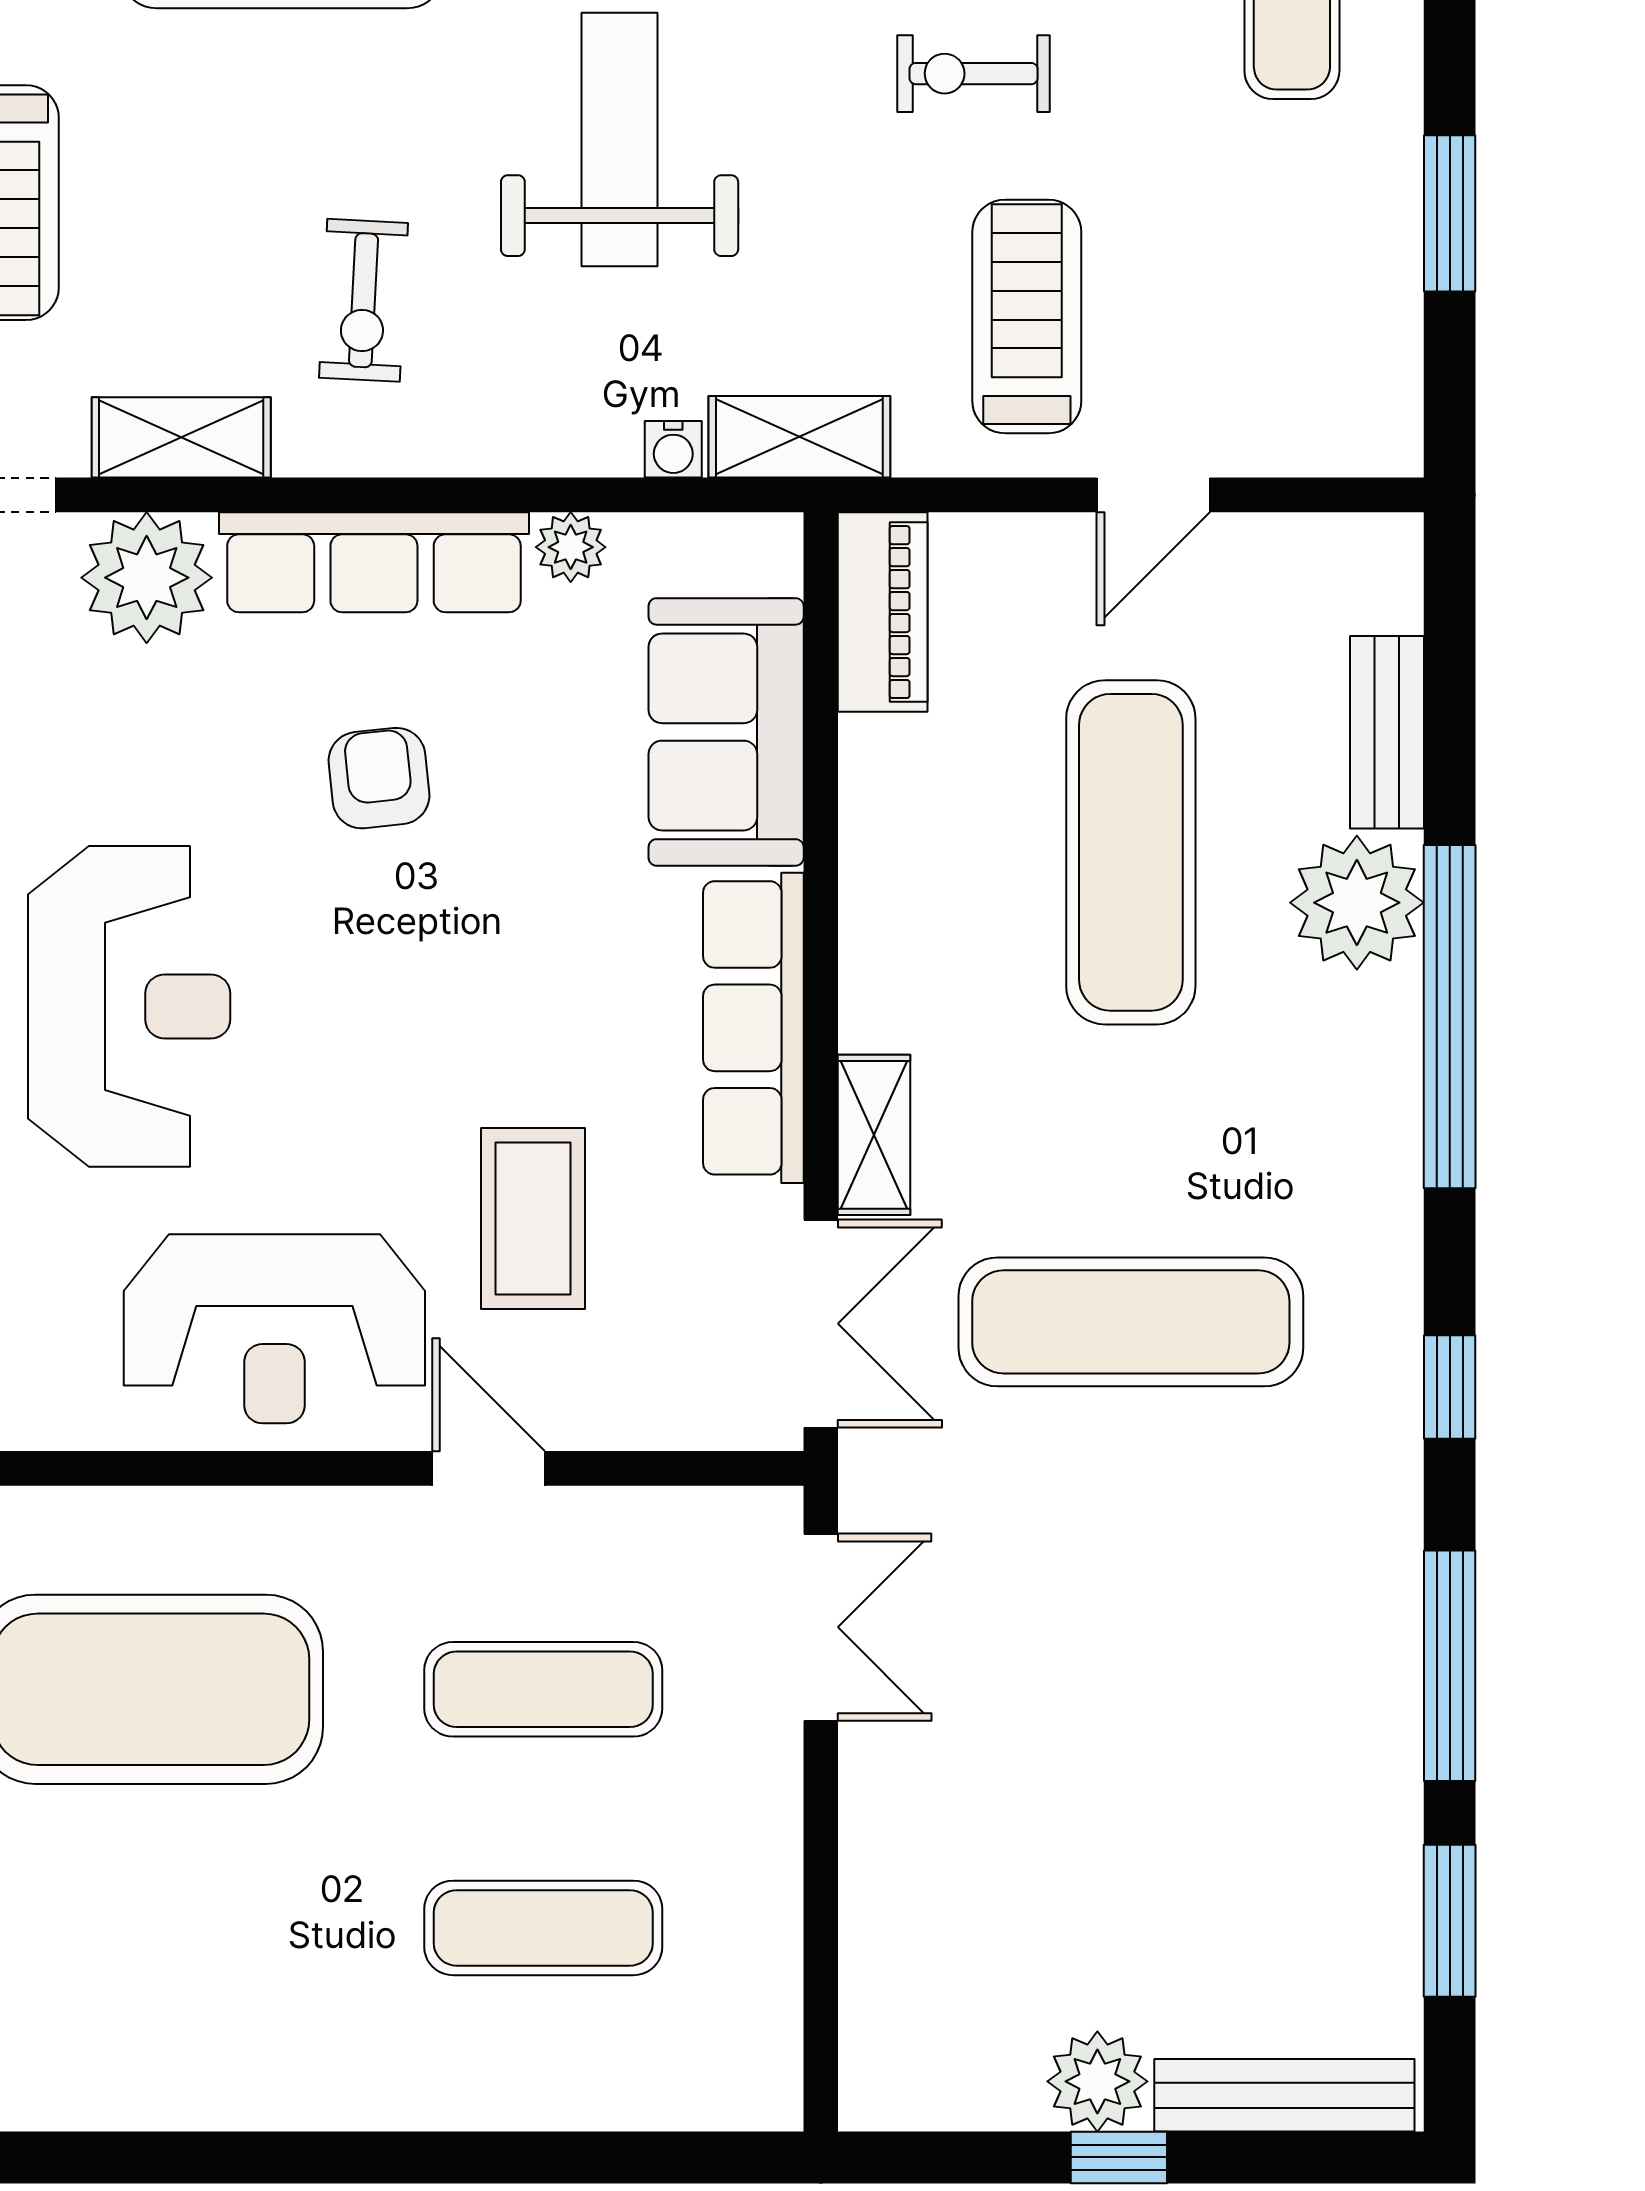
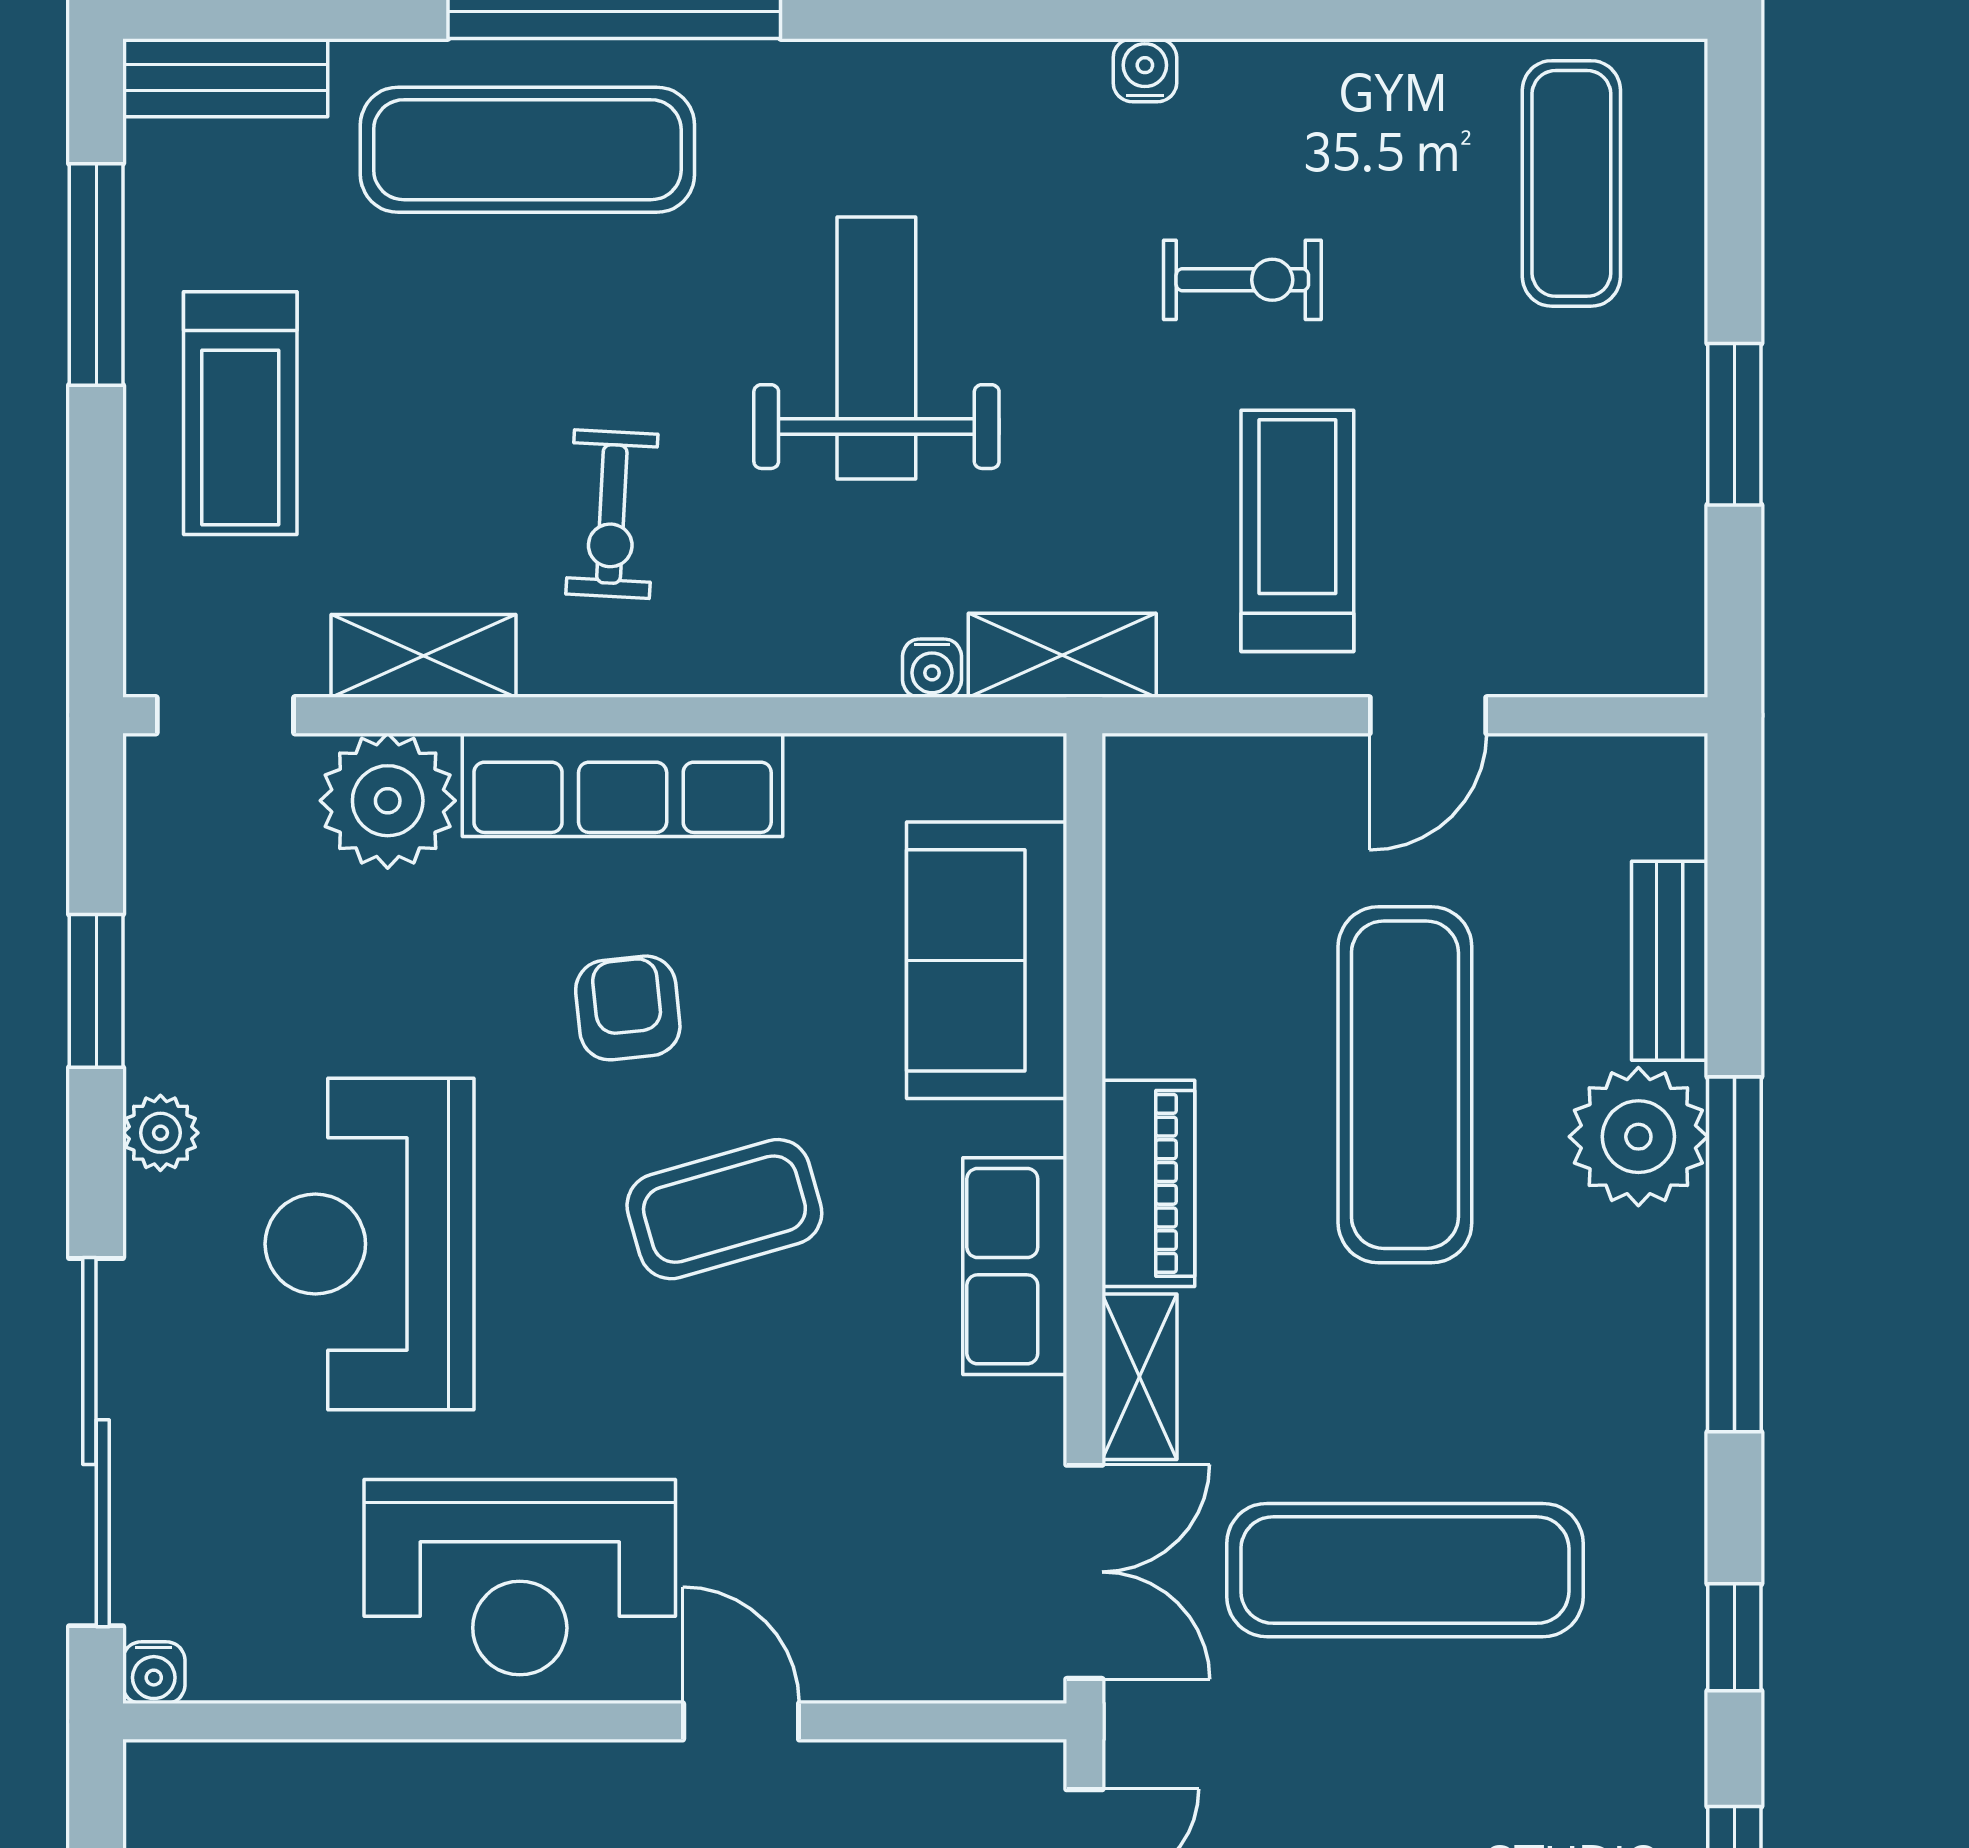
exercise bike: (974, 74) -> (1242, 280), turned 180
plant: (571, 547) -> (826, 769), removed
piano: (883, 612) -> (1148, 1183), moved
reception desk: (129, 1006) -> (370, 1244), turned 180
row of seats: (753, 1028) -> (1015, 1266), width x0.68
coffee table: (533, 1219) -> (724, 1209), moved, turned 74

